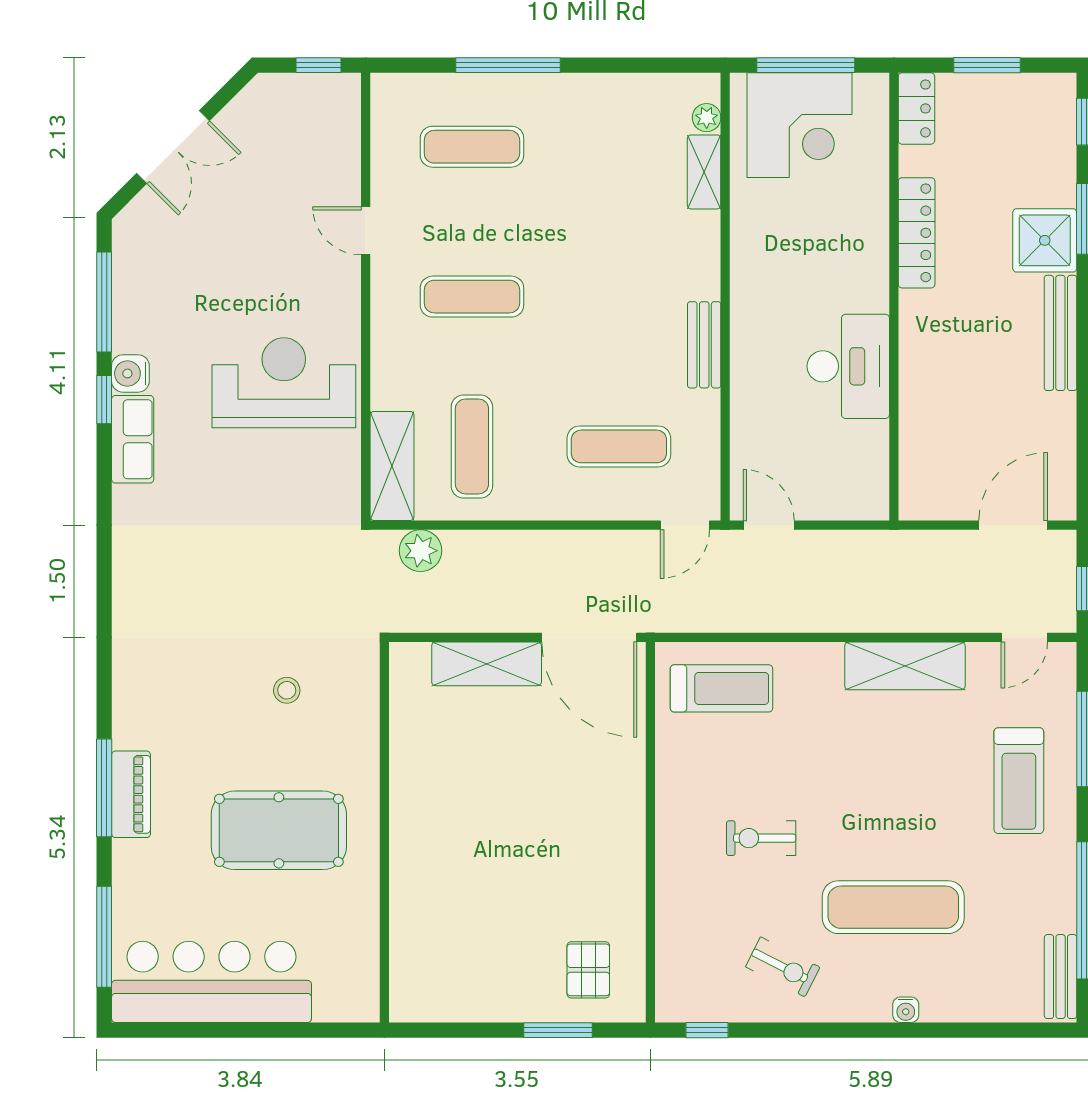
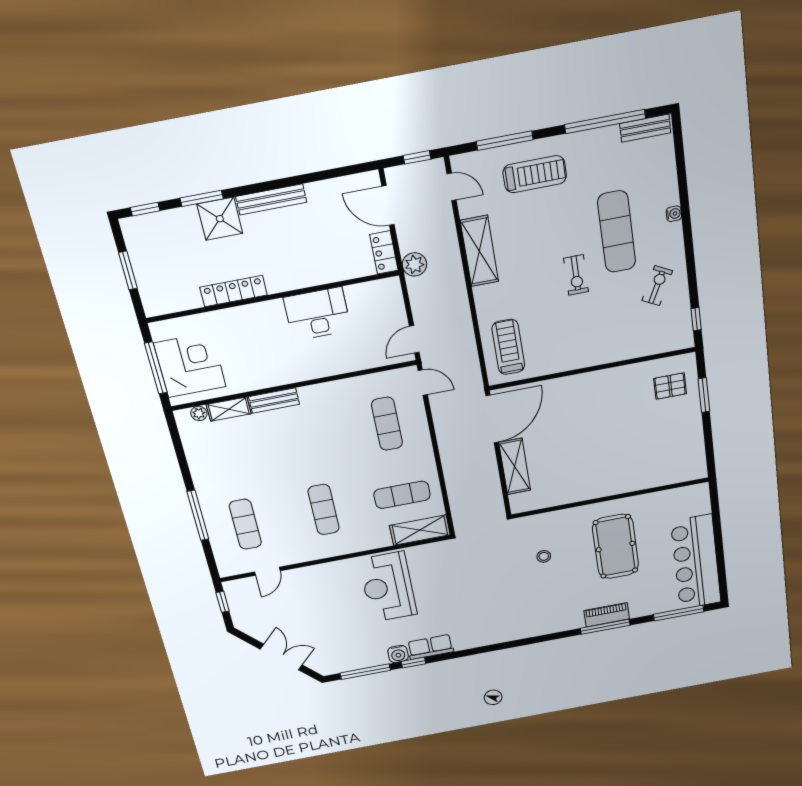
locker: (916, 108) -> (384, 252), moved, turned -90
door: (366, 231) -> (267, 571), moved
bench: (704, 345) -> (274, 400), moved
plant: (421, 551) -> (414, 264), moved
exercise bike: (761, 838) -> (576, 275), moved

